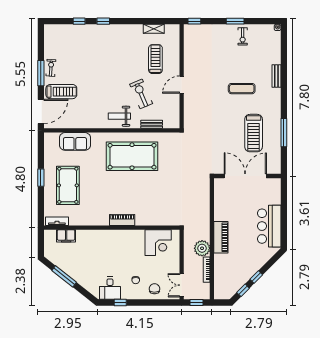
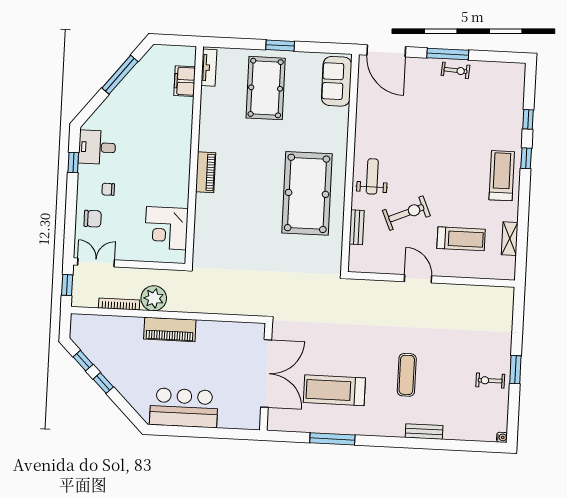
window: (194, 21) -> (519, 304), removed
treadmill: (61, 92) -> (502, 176), moved, turned 180
sofa: (75, 141) -> (337, 81), moved
pool table: (68, 185) -> (266, 88), turned 90

